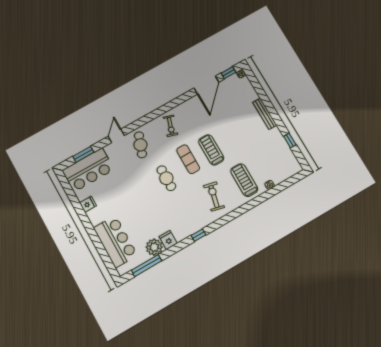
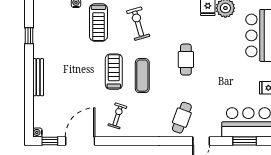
exercise bike: (171, 126) -> (117, 116), moved
treadmill: (211, 150) -> (114, 72), turned 180
cafe table: (166, 178) -> (186, 60), moved
exercise bike: (214, 197) -> (138, 24), turned 151

